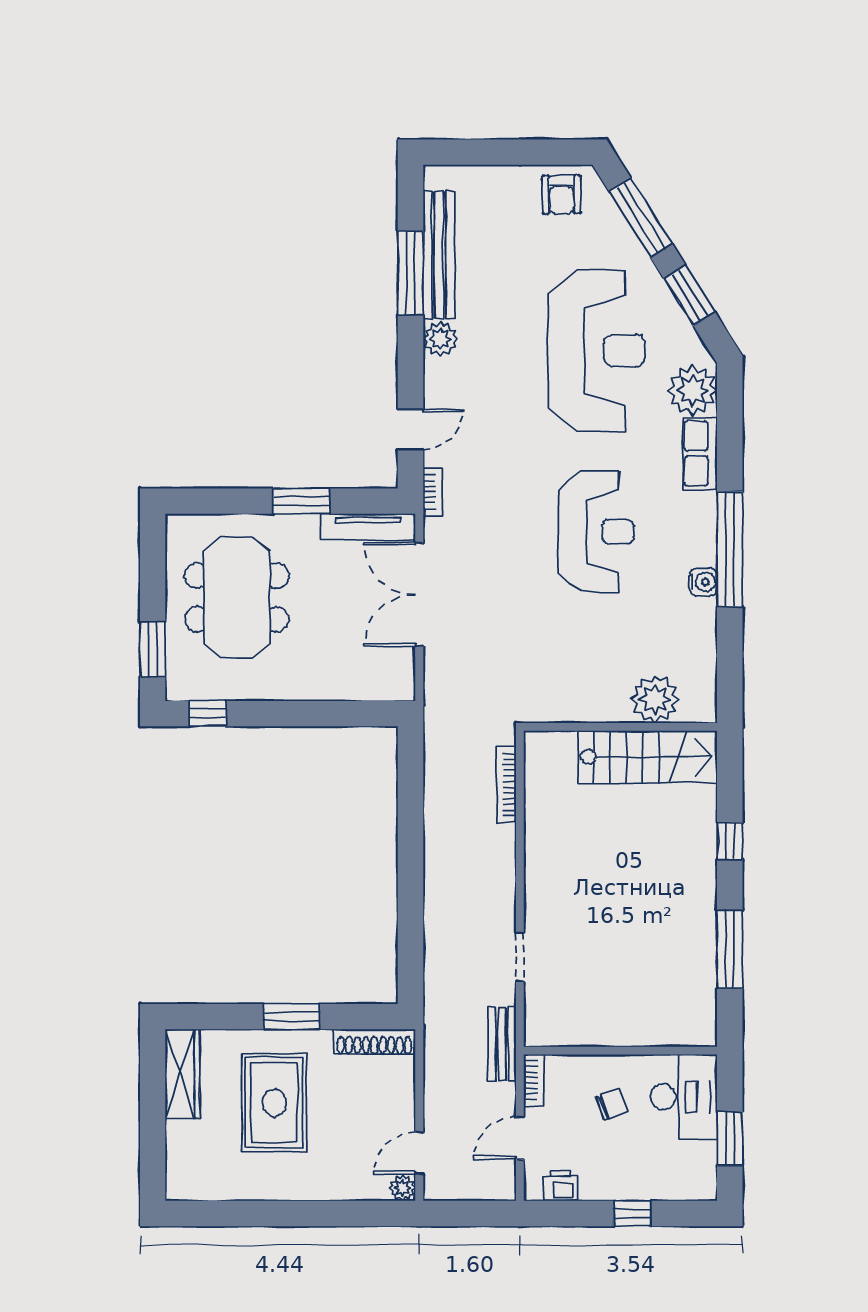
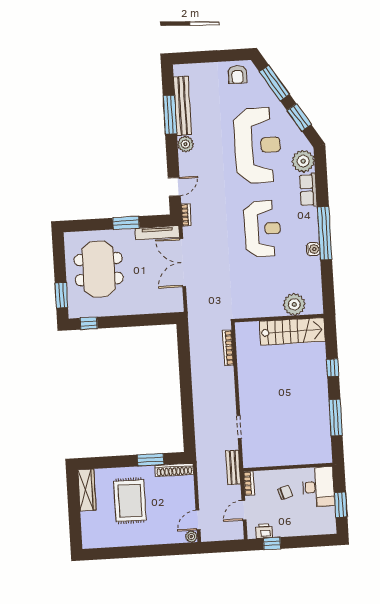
window: (292, 1017) -> (151, 460), moved
window: (632, 1213) -> (272, 543), moved

